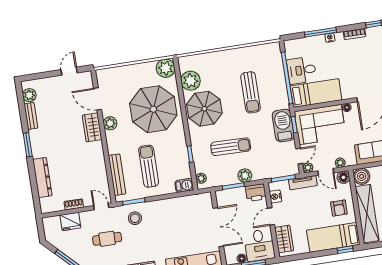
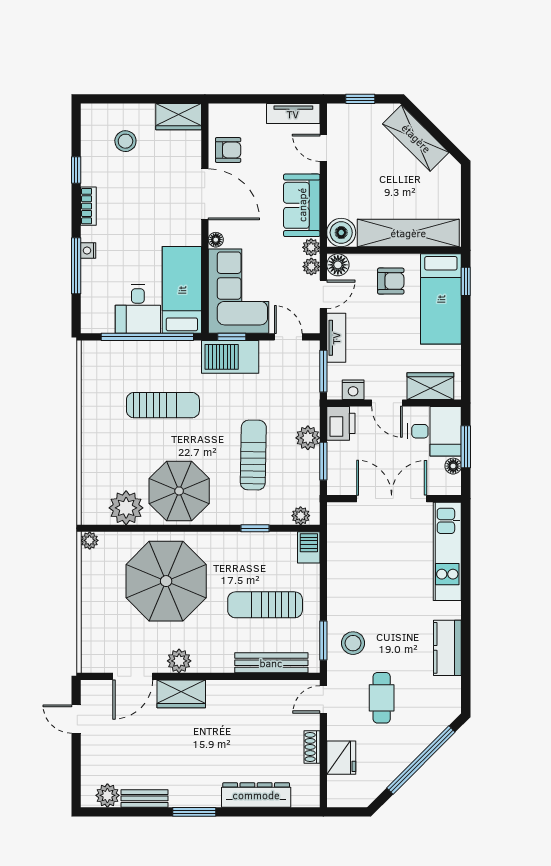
plant: (166, 68) -> (90, 540), width x0.53, depth x0.53
plant: (308, 168) -> (311, 247), moved

